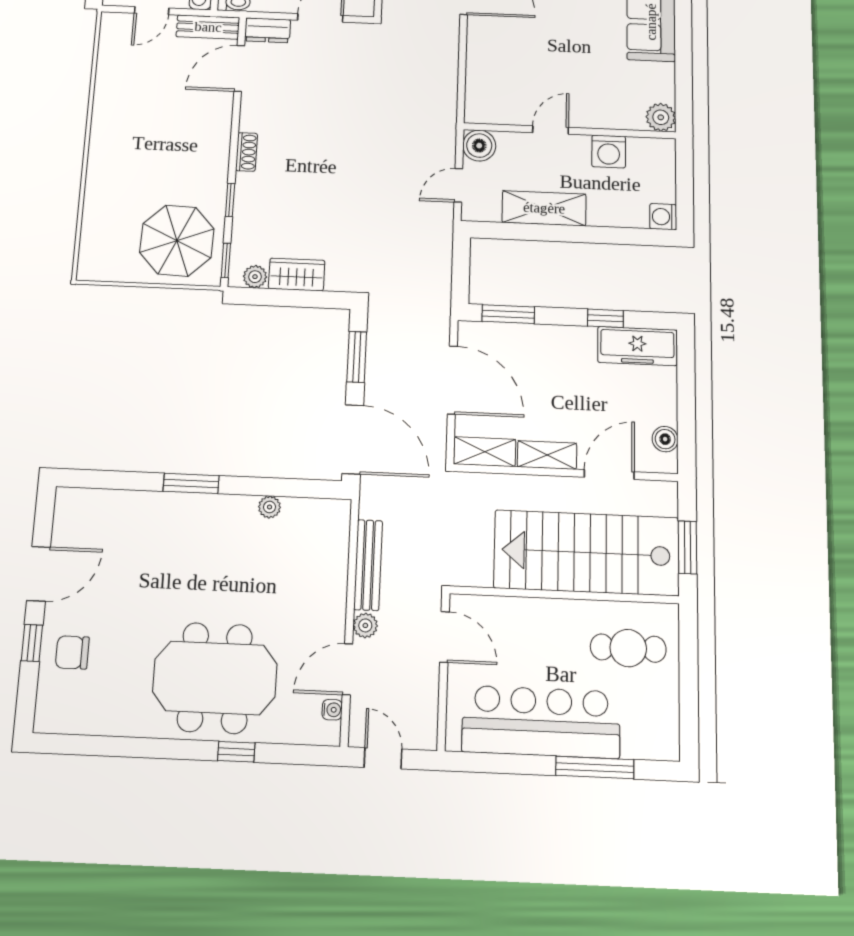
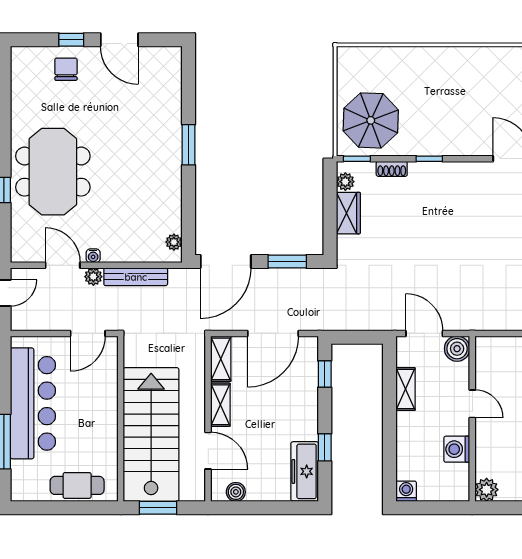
shoe rack: (246, 152) -> (392, 169), moved
door: (458, 185) -> (424, 333), width x1.38
window: (230, 200) -> (429, 159), moved
shelving: (544, 208) -> (406, 389), width x0.67, depth x0.75
window: (508, 314) -> (325, 374), width x0.67
plant: (270, 507) -> (174, 242), moved
cafe table: (628, 648) -> (77, 485), moved, turned 90
water cooler: (332, 710) -> (93, 256), moved

